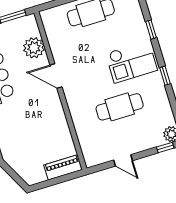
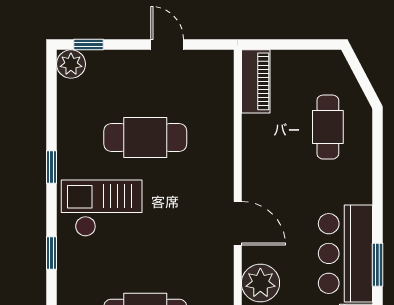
cafe table: (23, 142) -> (328, 127), added
piano: (63, 167) -> (256, 81), moved, turned -90

